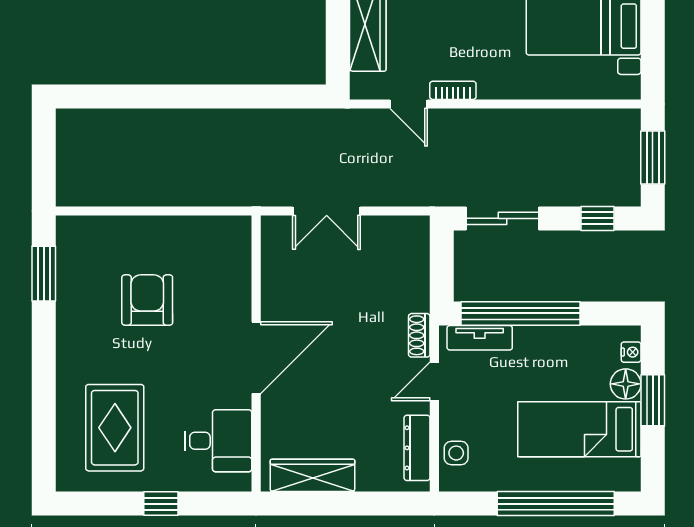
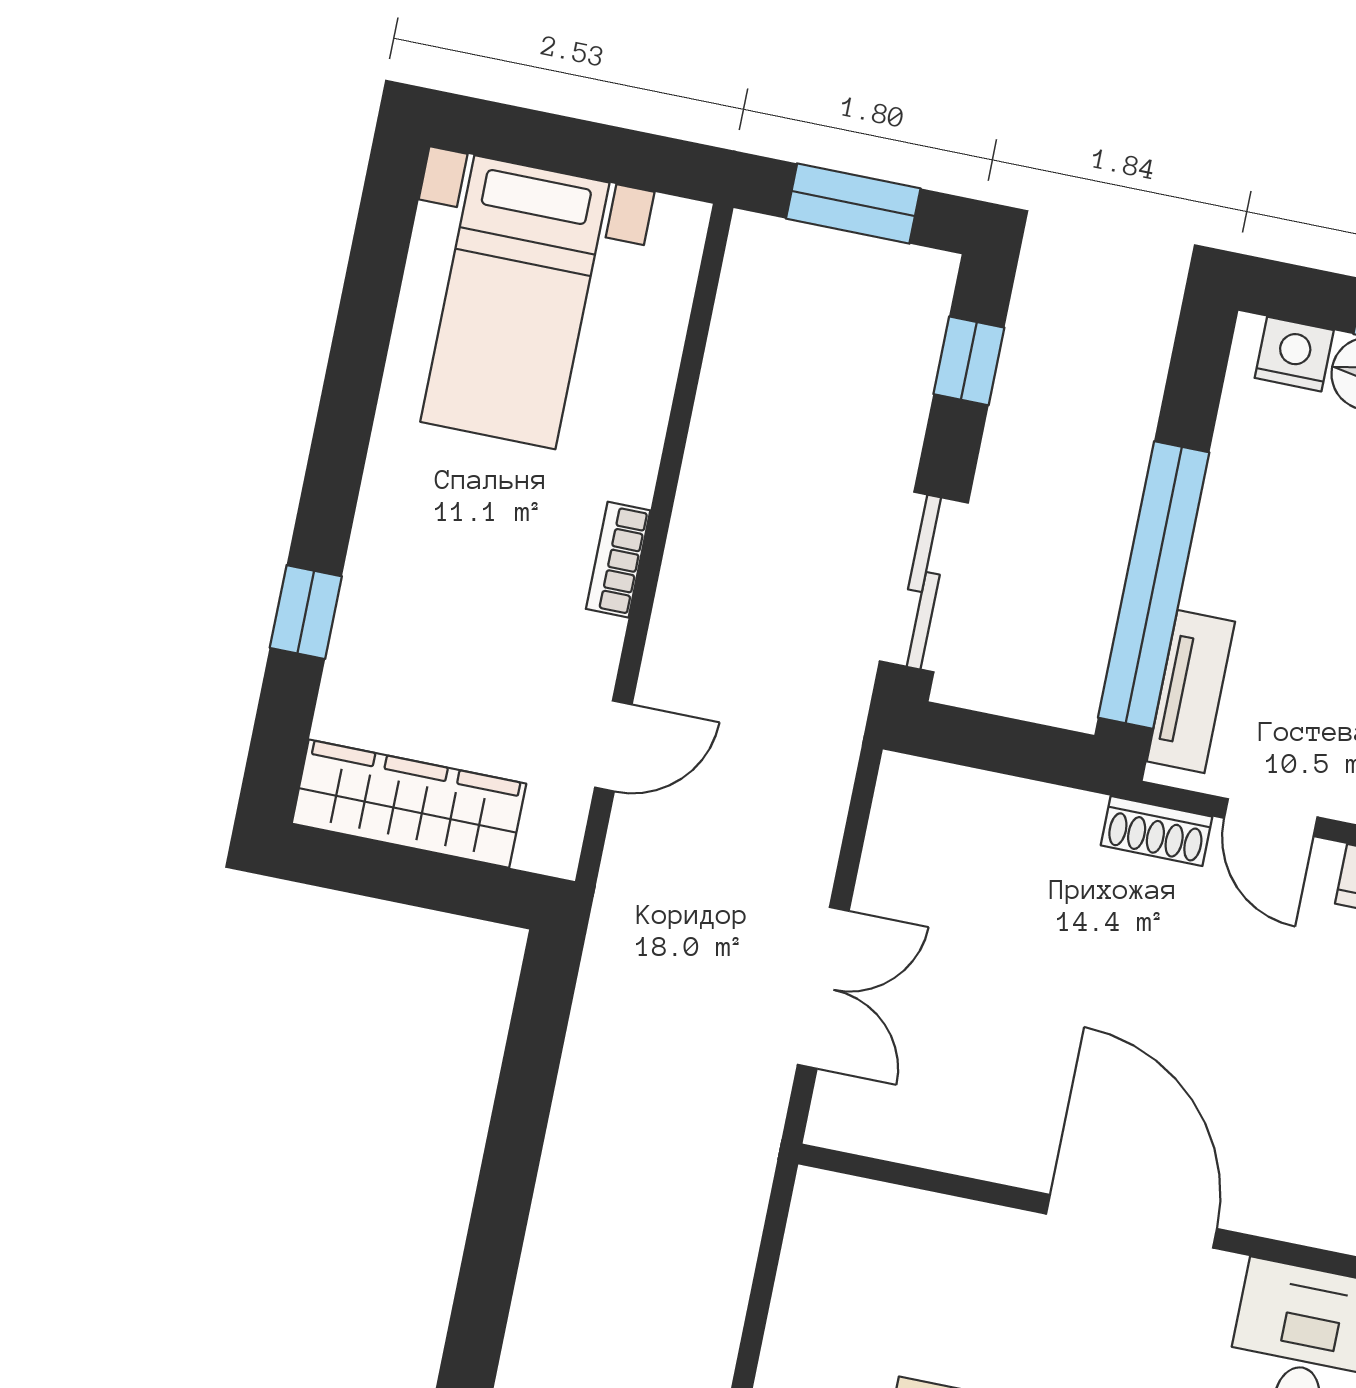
bookcase: (453, 90) -> (618, 560), moved
nightstand: (631, 352) -> (1294, 354), width x1.39, depth x1.35

